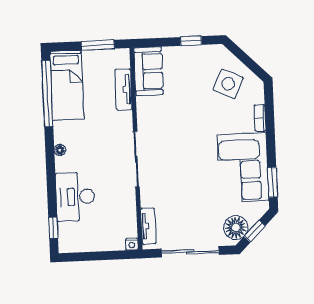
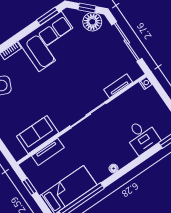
window: (98, 45) -> (29, 187), width x0.67
sofa: (148, 71) -> (38, 135), moved
desk: (75, 197) -> (142, 136), width x0.73
tv unit: (148, 226) -> (118, 86), moved

